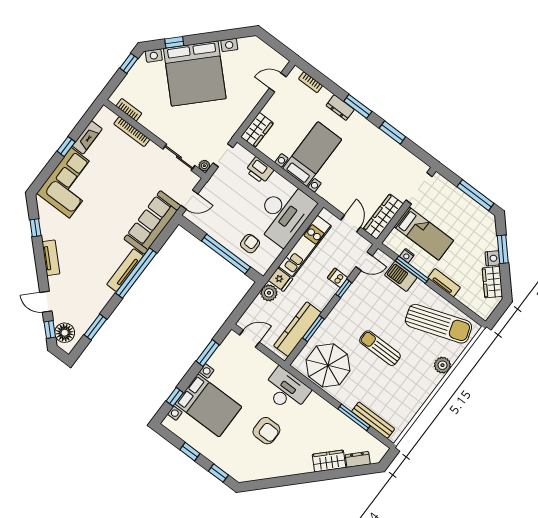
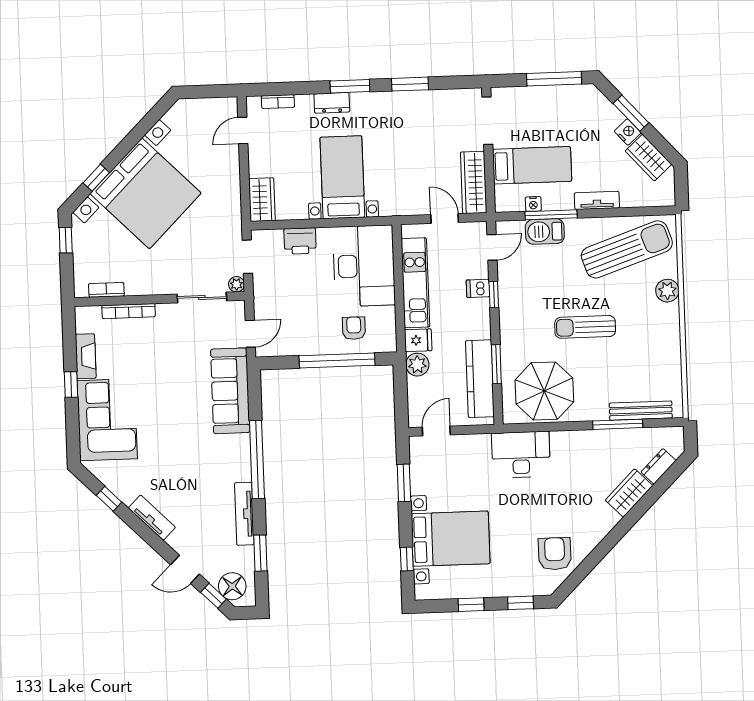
tv unit: (125, 270) -> (244, 514), moved
armchair: (266, 431) -> (555, 554), moved, turned -90

